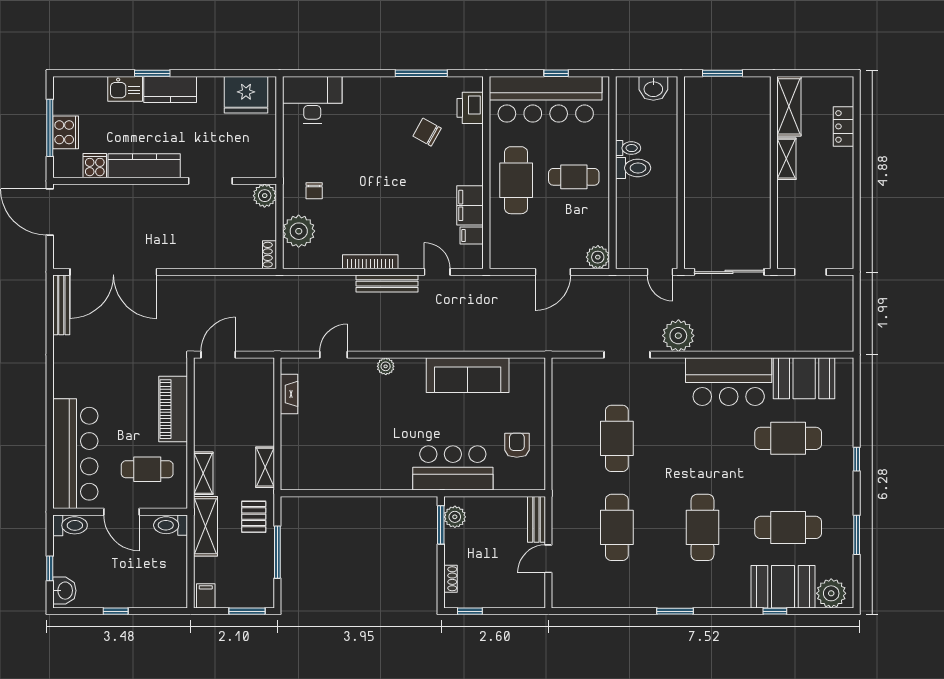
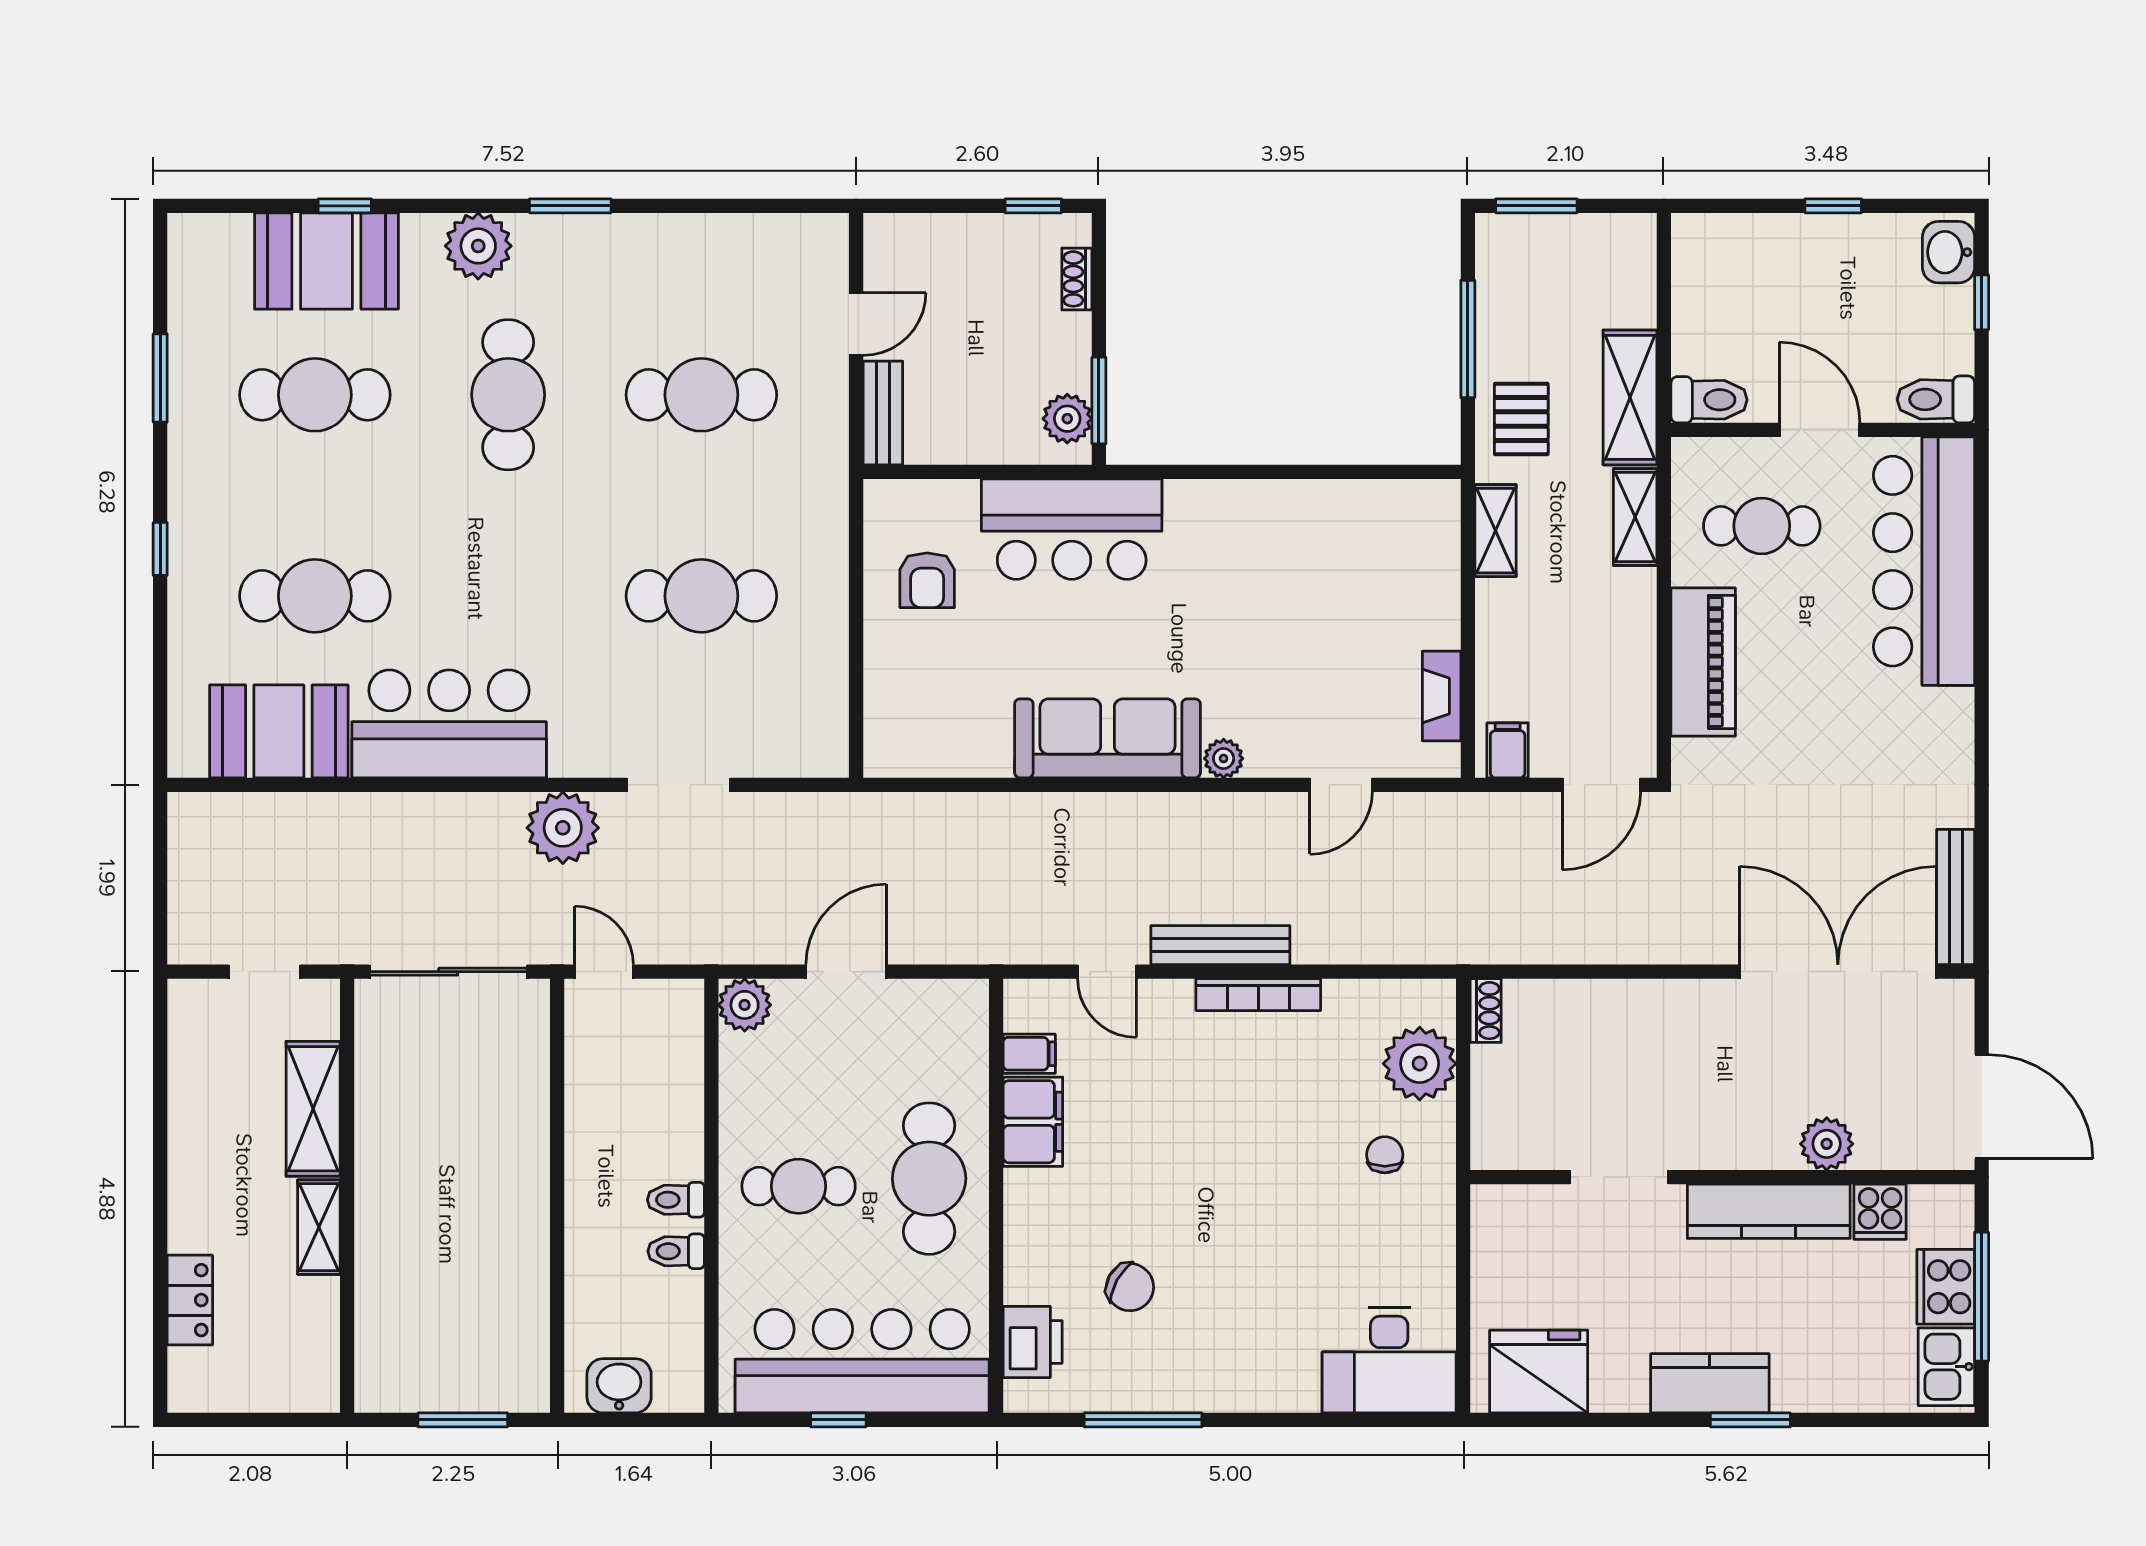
kitchen sink: (125, 89) -> (1946, 1367), moved, turned -90
shelving: (789, 106) -> (313, 1109), moved
toilet: (633, 168) -> (676, 1200), width x0.73, depth x0.72
plant: (265, 196) -> (1827, 1144), moved
sofa: (468, 375) -> (1108, 738), moved
cafe table: (617, 438) -> (701, 596), turned 90
cafe table: (617, 527) -> (701, 395), turned 90
plant: (831, 593) -> (478, 246), moved
filing cabinet: (206, 596) -> (1508, 750), moved, turned 180

